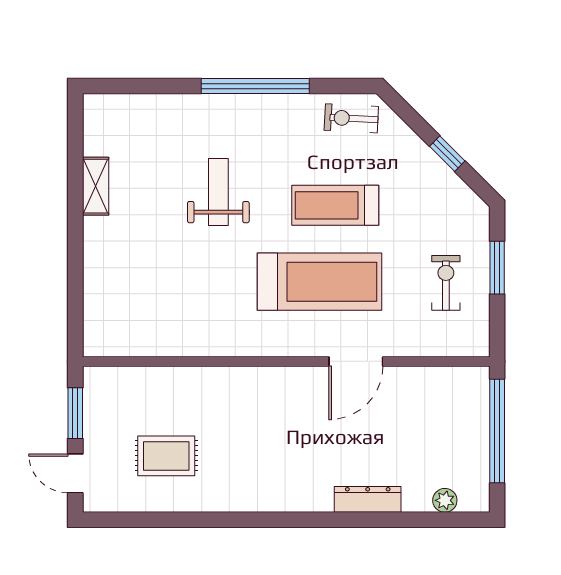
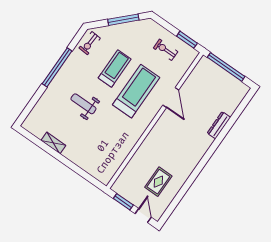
window: (447, 154) -> (123, 20), width x2.17
treadmill: (335, 205) -> (115, 68), turned 180
window: (497, 268) -> (187, 40), moved
door: (75, 473) -> (143, 216), swing flipped
plant: (445, 500) -> (237, 100), removed

